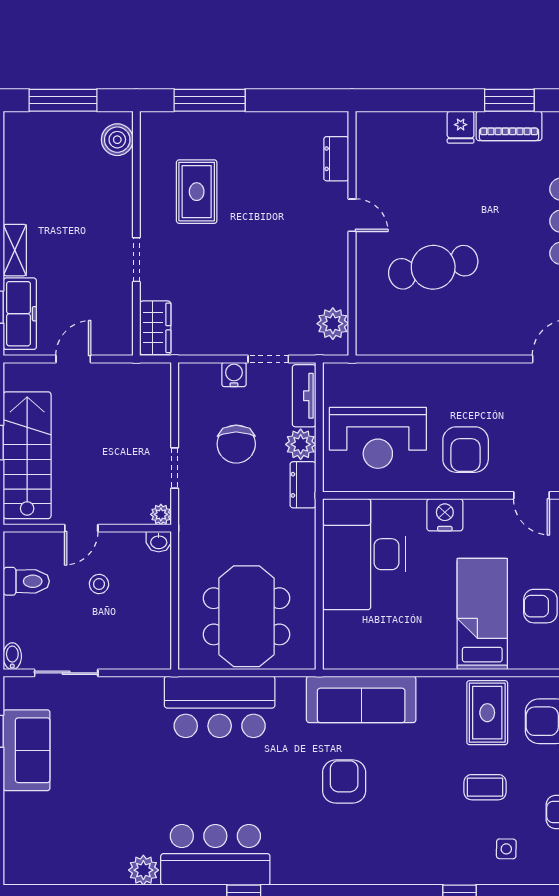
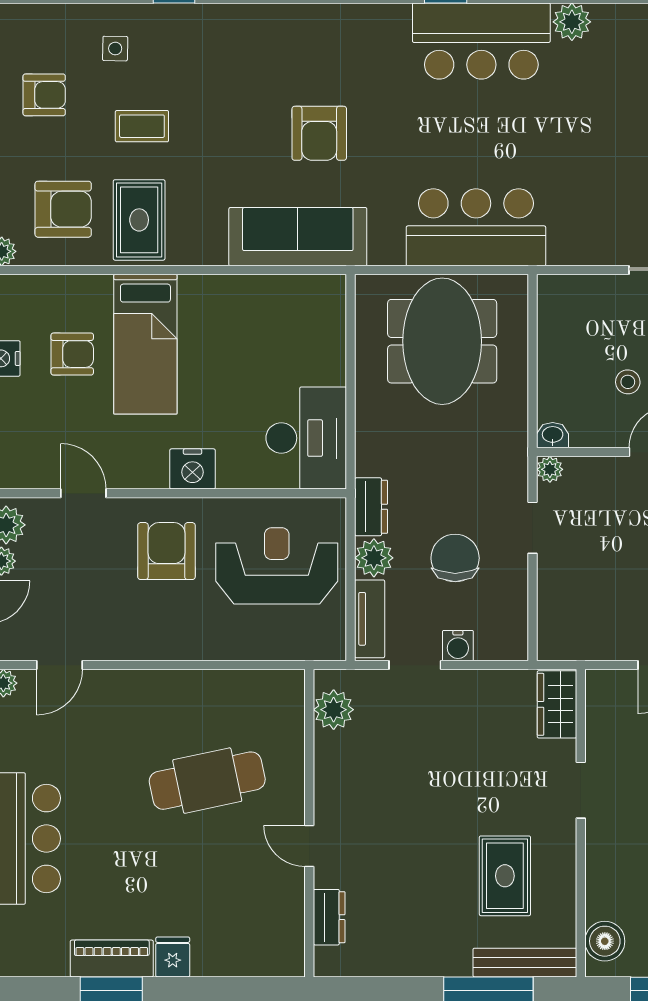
bench: (181, 123) -> (525, 963), added
desk: (364, 554) -> (306, 438), width x0.73, depth x0.77

